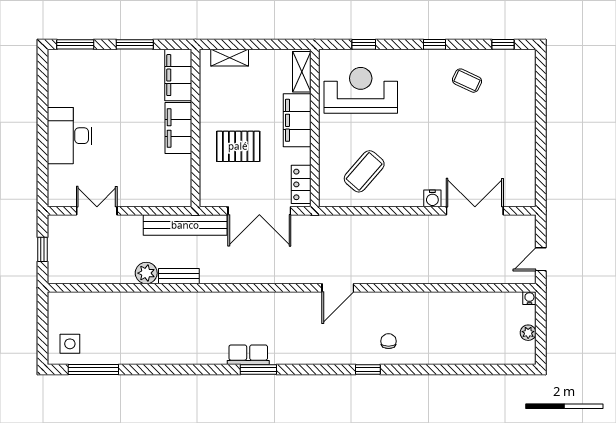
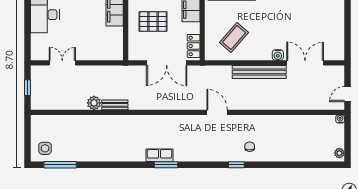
bench: (185, 225) -> (259, 72), moved
door: (338, 288) -> (217, 112), swing flipped
plant: (528, 333) -> (339, 153), moved

